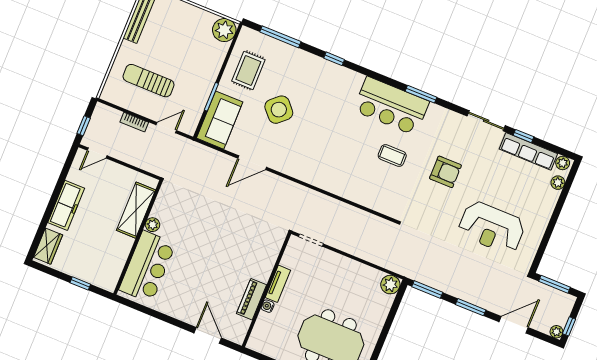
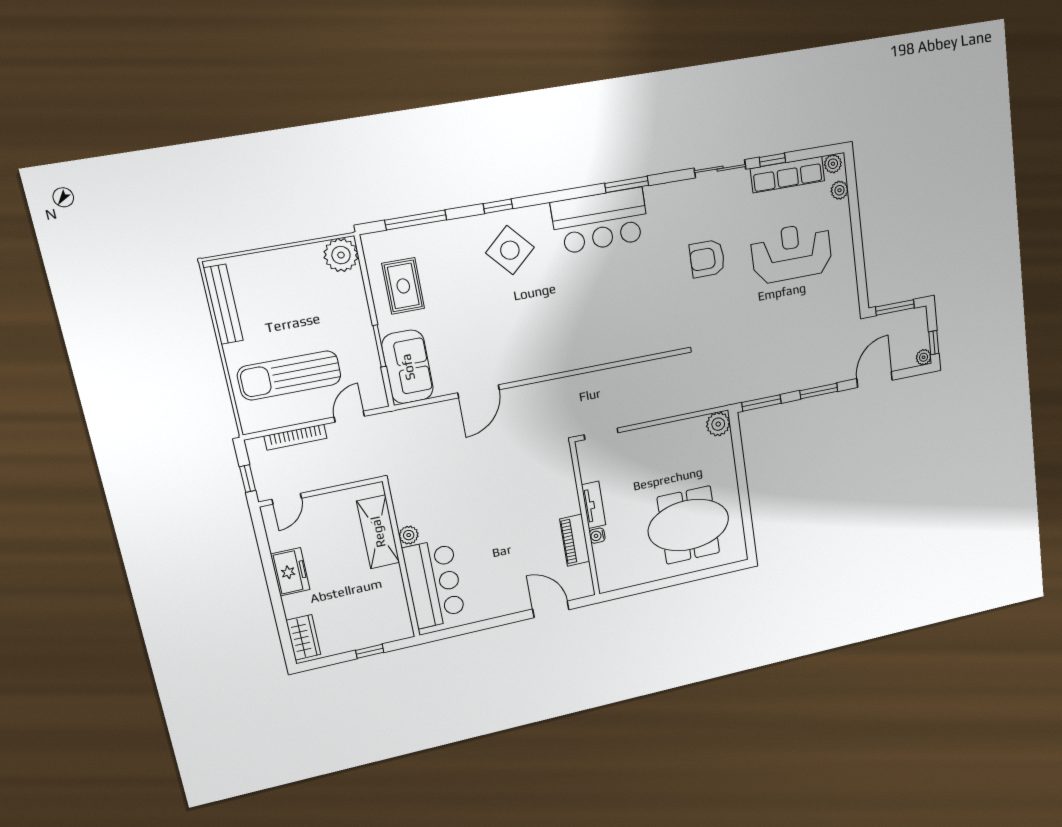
sun lounger: (149, 81) -> (289, 375), width x1.36, depth x1.34
side table: (279, 110) -> (510, 250), moved
bookcase: (134, 122) -> (296, 437), width x1.56
coffee table: (392, 156) -> (636, 279), removed
armchair: (445, 172) -> (707, 259), turned 180
freezer: (66, 205) -> (290, 572), width x0.71
reception desk: (492, 228) -> (792, 253), moved, turned 180

